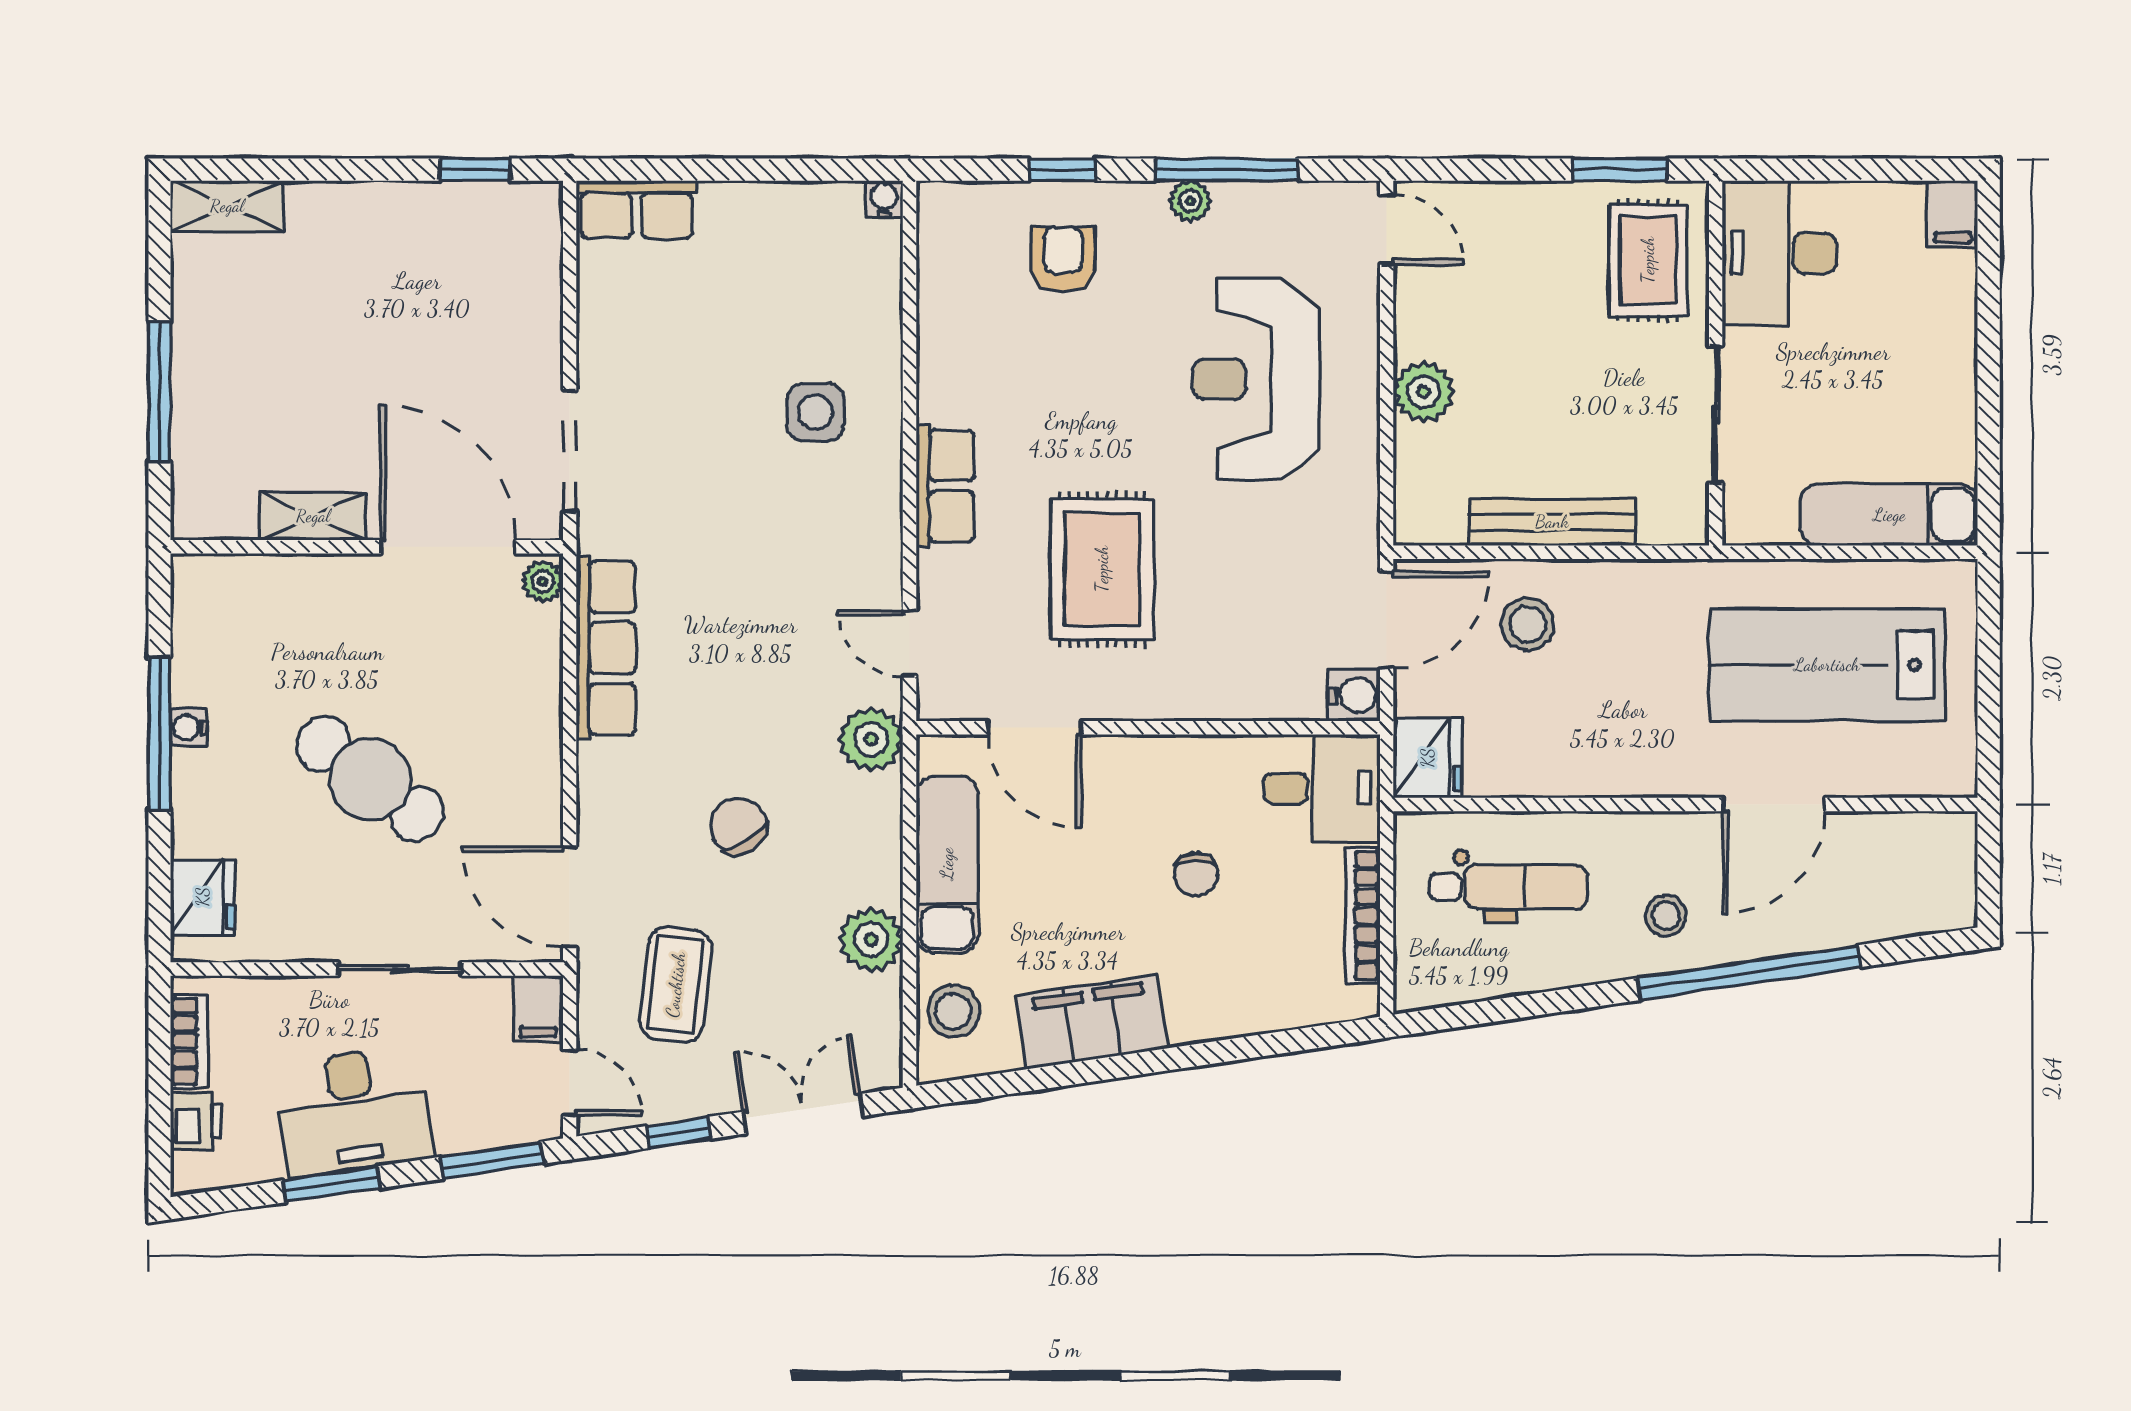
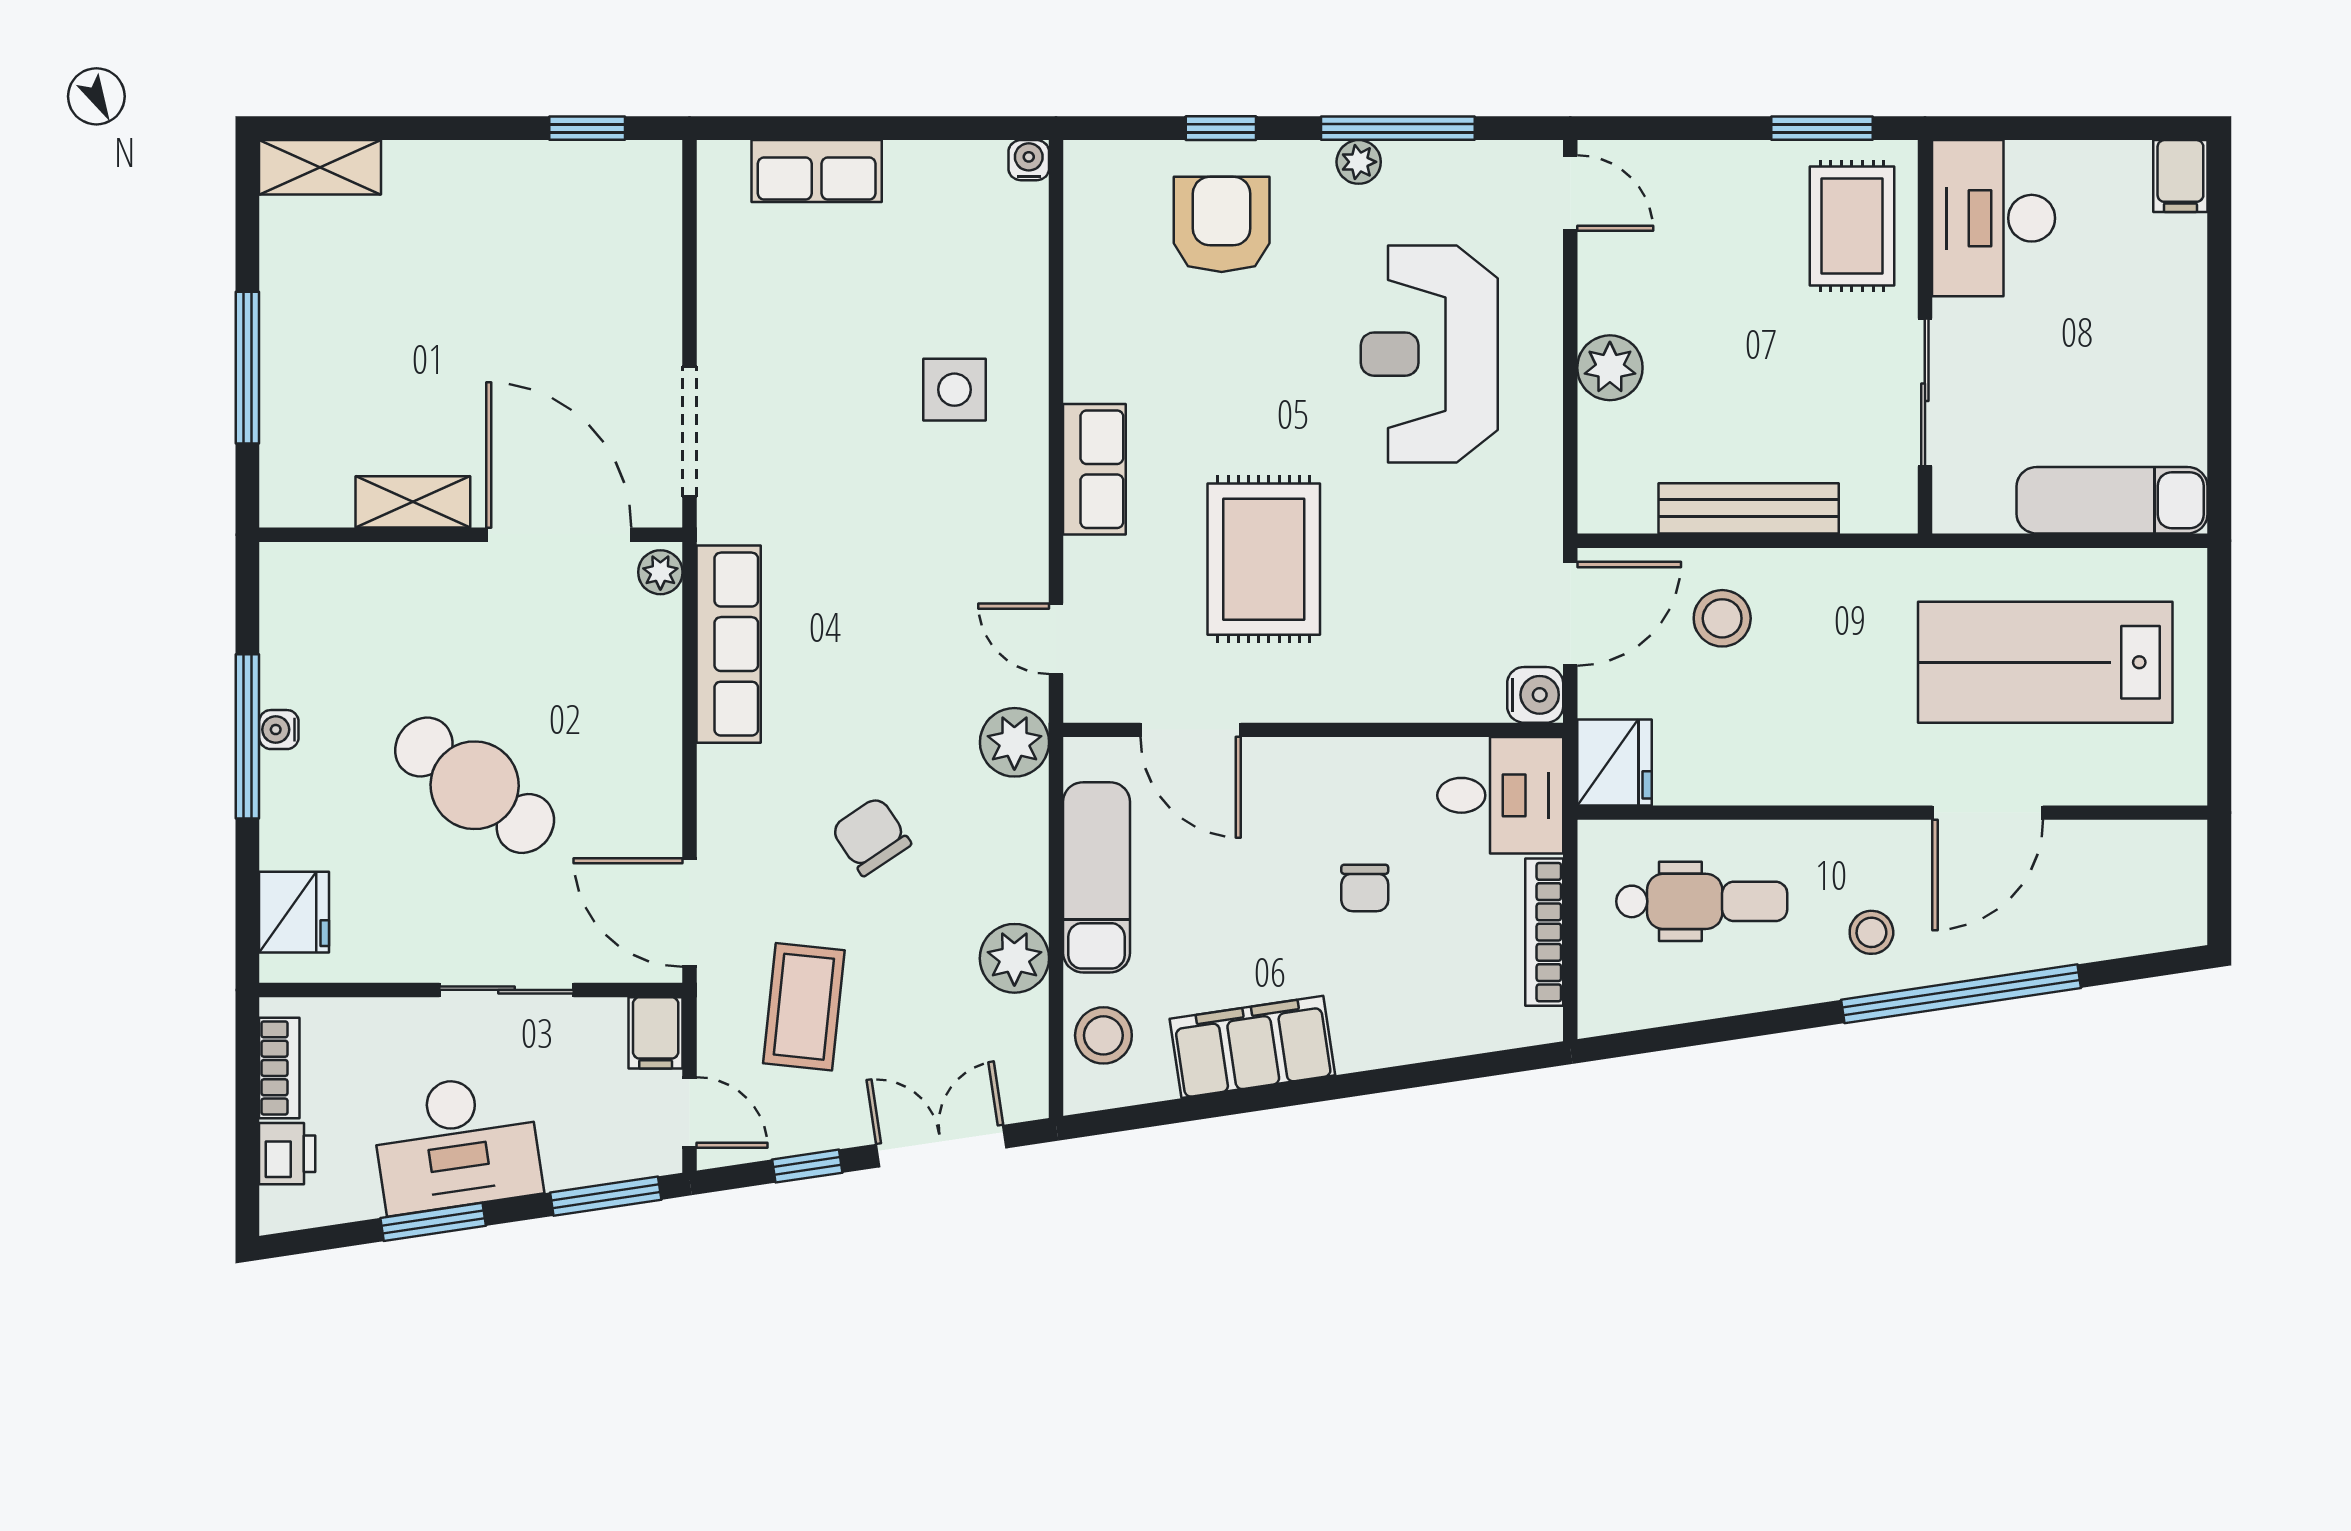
row of seats: (637, 209) -> (817, 171), moved
armchair: (1063, 259) -> (1222, 224), width x1.38, depth x1.38

